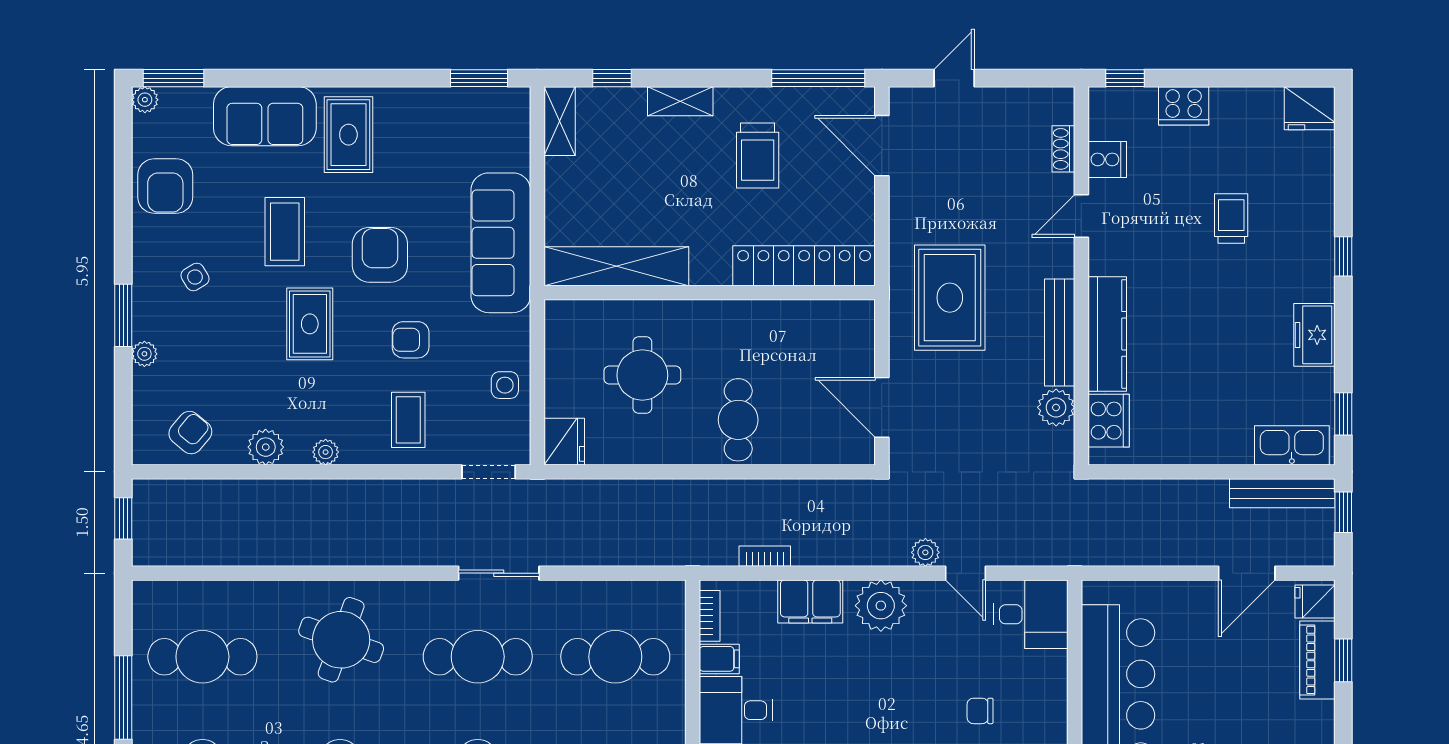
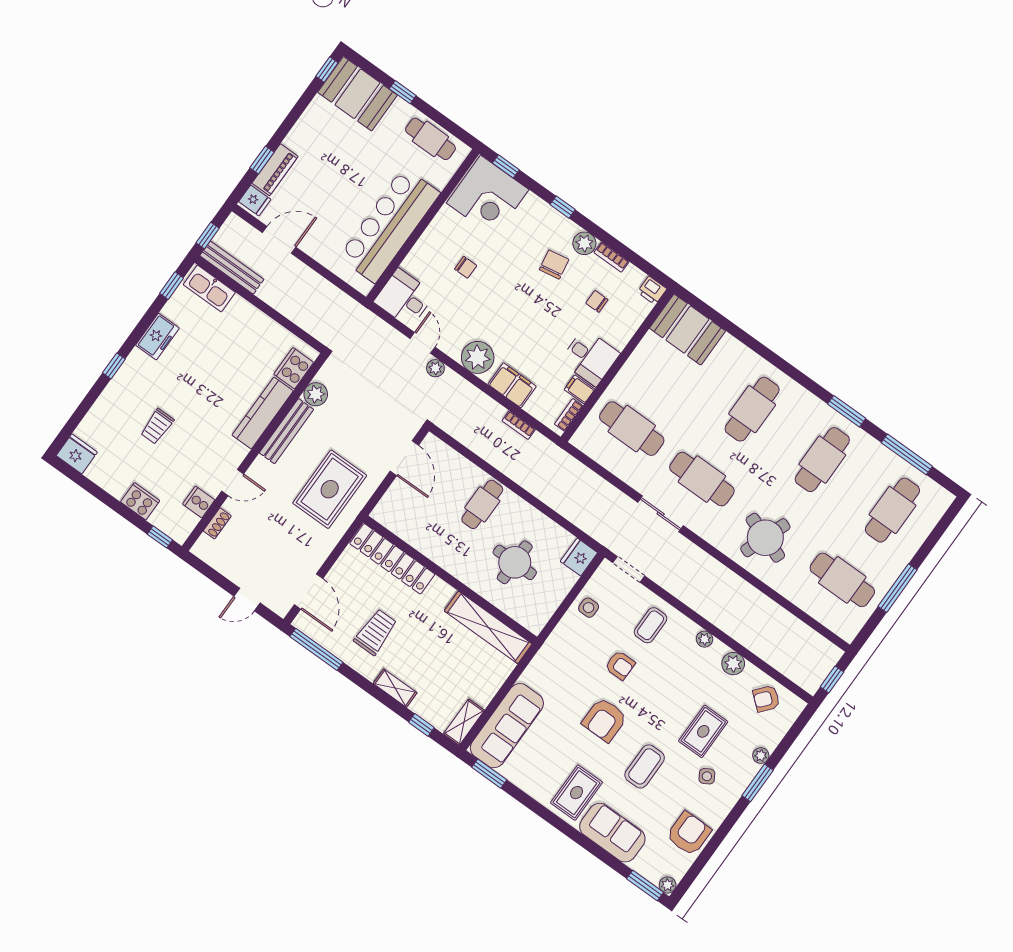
sofa: (501, 243) -> (507, 726), moved
rug: (310, 324) -> (703, 731), moved

